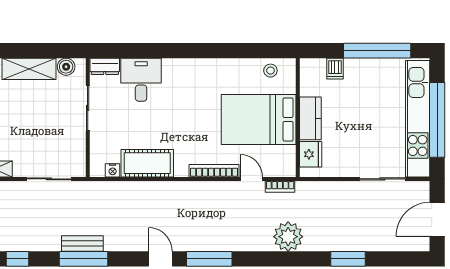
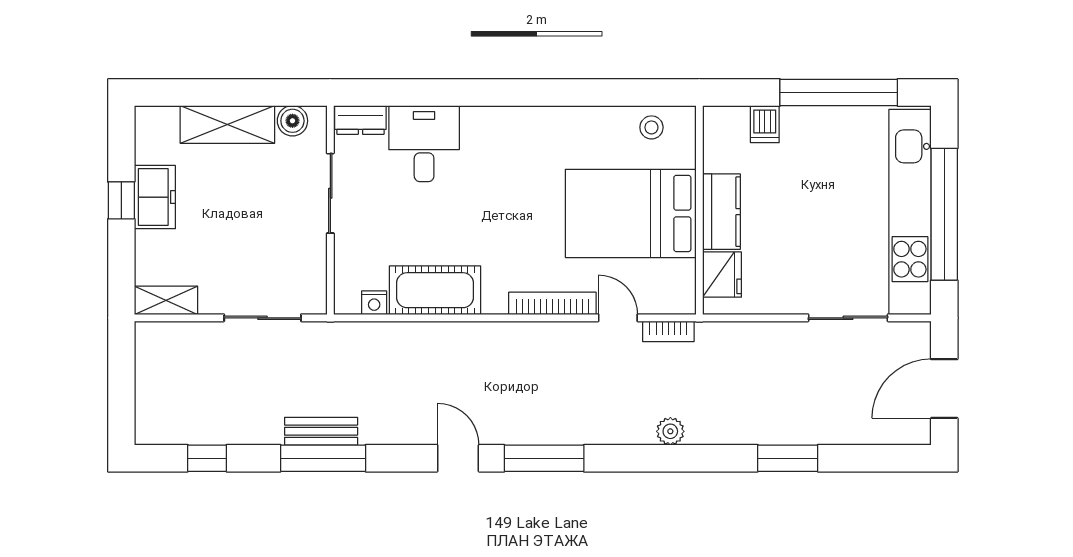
plant: (288, 237) -> (670, 431), width x0.53, depth x0.53

